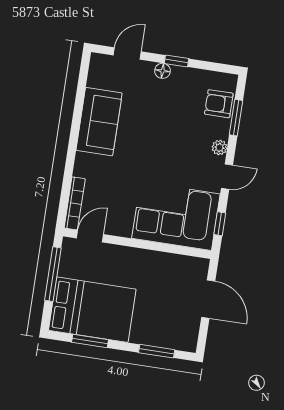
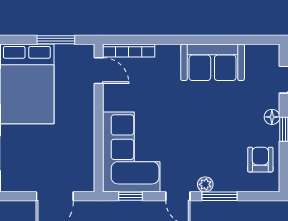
armchair: (219, 104) -> (260, 160), moved
window: (236, 118) -> (219, 196), moved
window: (53, 274) -> (56, 40), width x0.69

